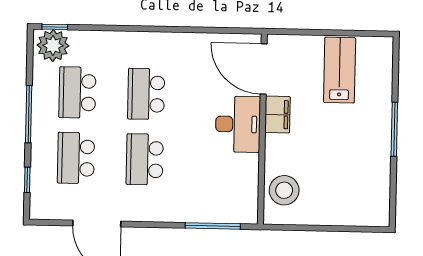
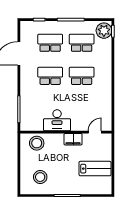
door: (264, 69) -> (95, 132), width x0.53
desk: (238, 124) -> (57, 120), moved
stool: (355, 184) -> (40, 177), added

